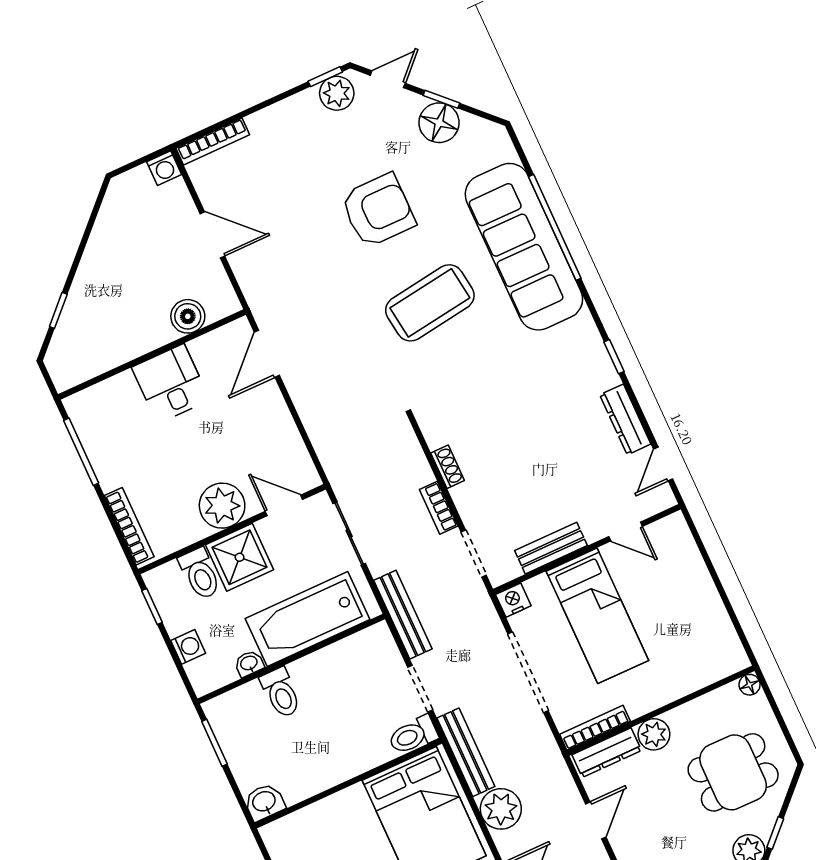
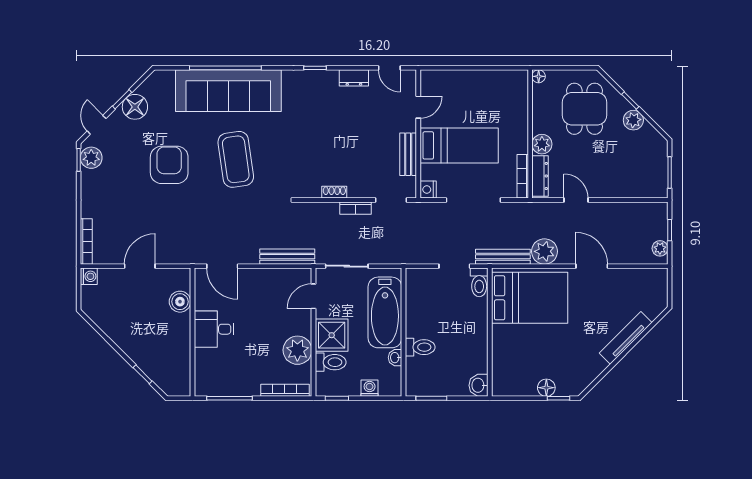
dresser: (625, 419) -> (354, 78), width x0.70
plant: (222, 506) -> (297, 350), moved
bench: (403, 615) -> (287, 257), moved

